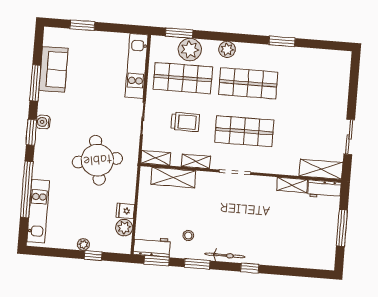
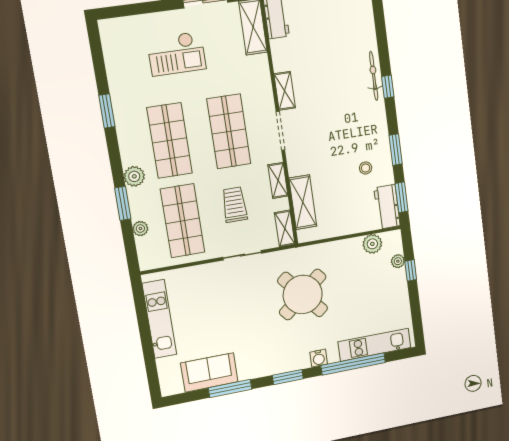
window: (82, 25) -> (149, 354), removed
window: (179, 33) -> (123, 203), moved
plant: (190, 50) -> (140, 229), width x0.53, depth x0.53
kitchen unit: (137, 66) -> (159, 319), moved, turned -90
checkout: (313, 105) -> (177, 54), added
water cooler: (43, 122) -> (319, 358), moved
round table: (97, 160) -> (303, 295), turned -30
shelving: (292, 185) -> (285, 91), moved
fridge: (125, 211) -> (353, 248), removed
plant: (83, 244) -> (398, 261), moved
bicycle: (225, 255) -> (374, 76), moved

